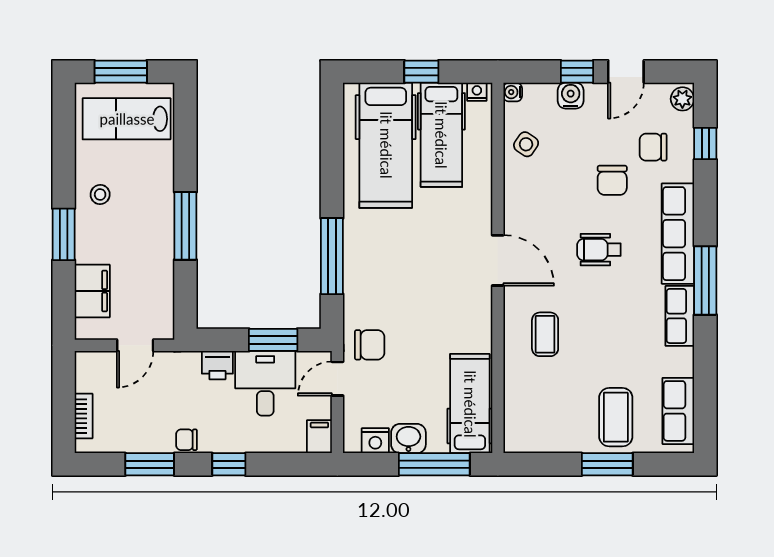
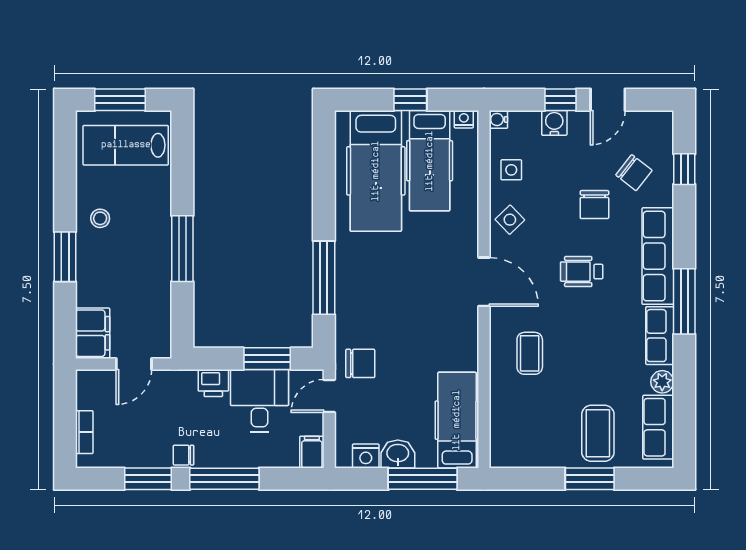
plant: (682, 99) -> (662, 382), moved
side table: (526, 144) -> (511, 170), turned -34
chair: (653, 147) -> (634, 173), turned -142
side table: (525, 196) -> (510, 220), added
filing cabinet: (92, 291) -> (93, 333), moved
window: (229, 464) -> (224, 479), width x2.17

